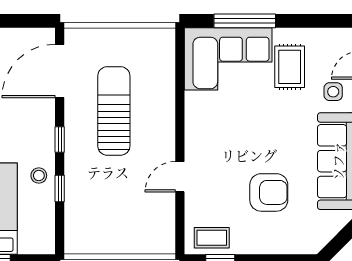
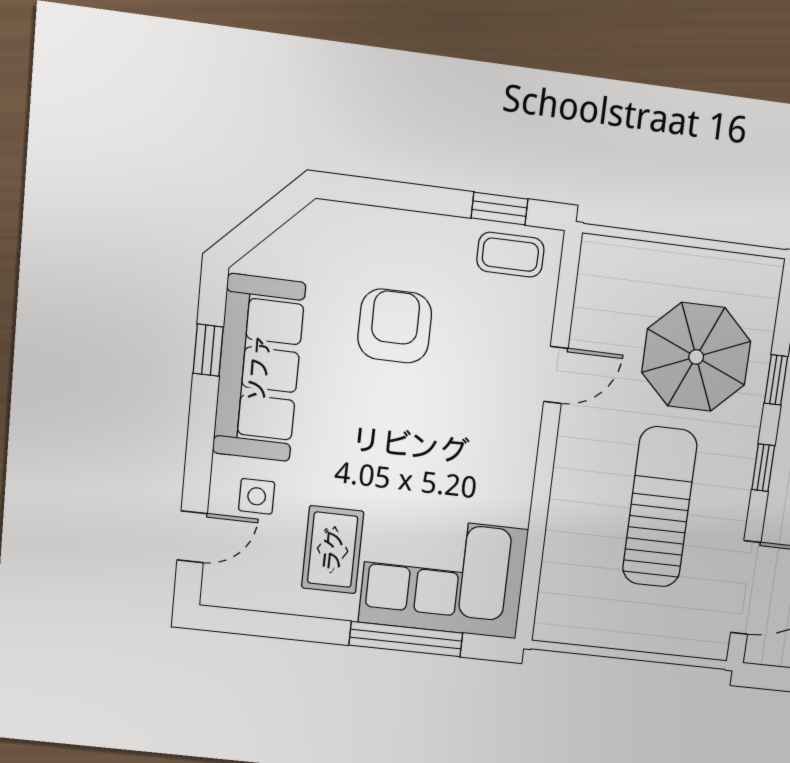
sun lounger: (114, 111) -> (660, 507), turned 180
armchair: (269, 192) -> (395, 326), turned 90
parasol: (105, 196) -> (696, 357), added

